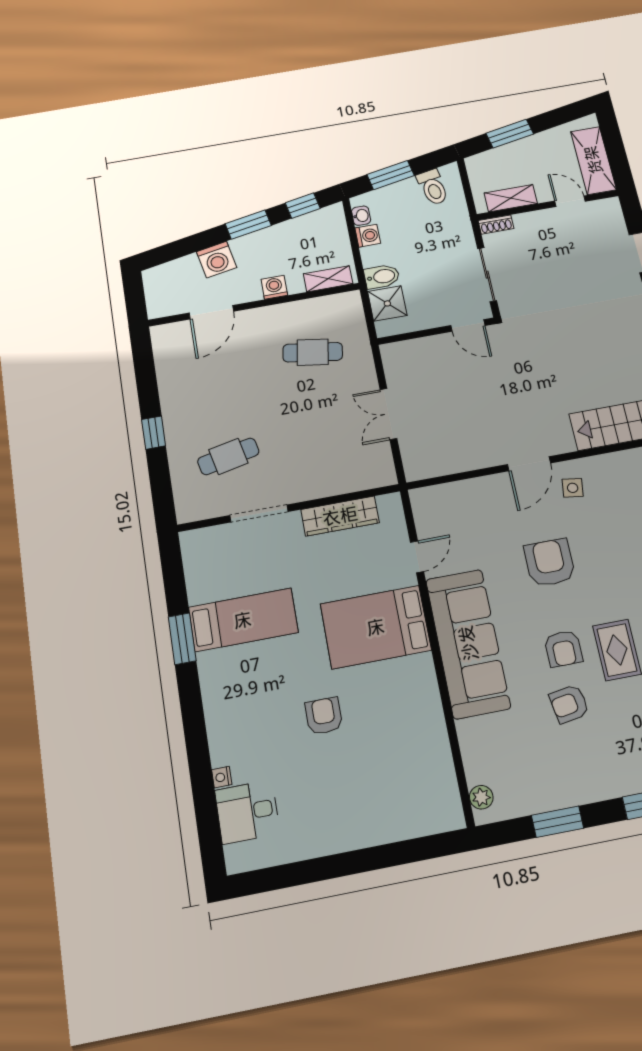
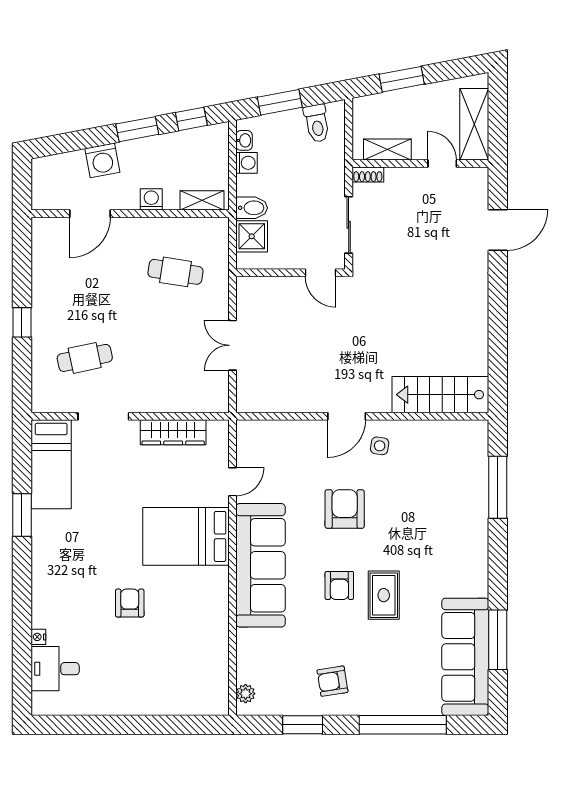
bed: (243, 620) -> (51, 464), moved, turned 90
armchair: (569, 704) -> (333, 681), moved

